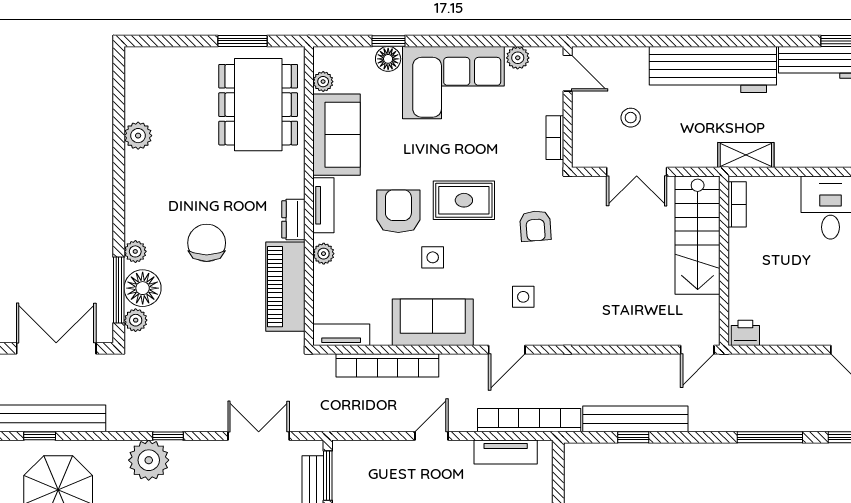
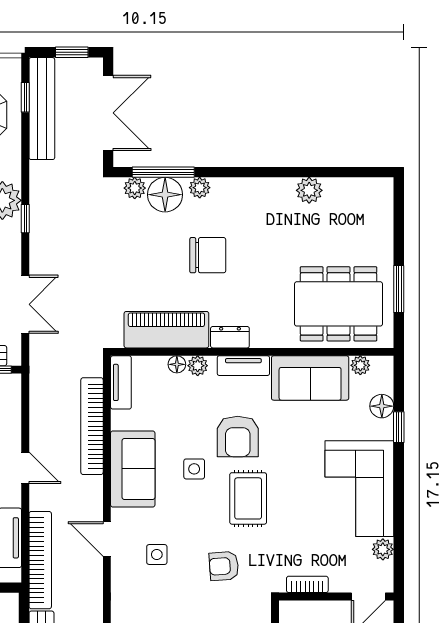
floor lamp: (388, 59) -> (382, 406), moved
armchair: (398, 211) -> (238, 437), turned 90
floor lamp: (322, 276) -> (177, 364), added

